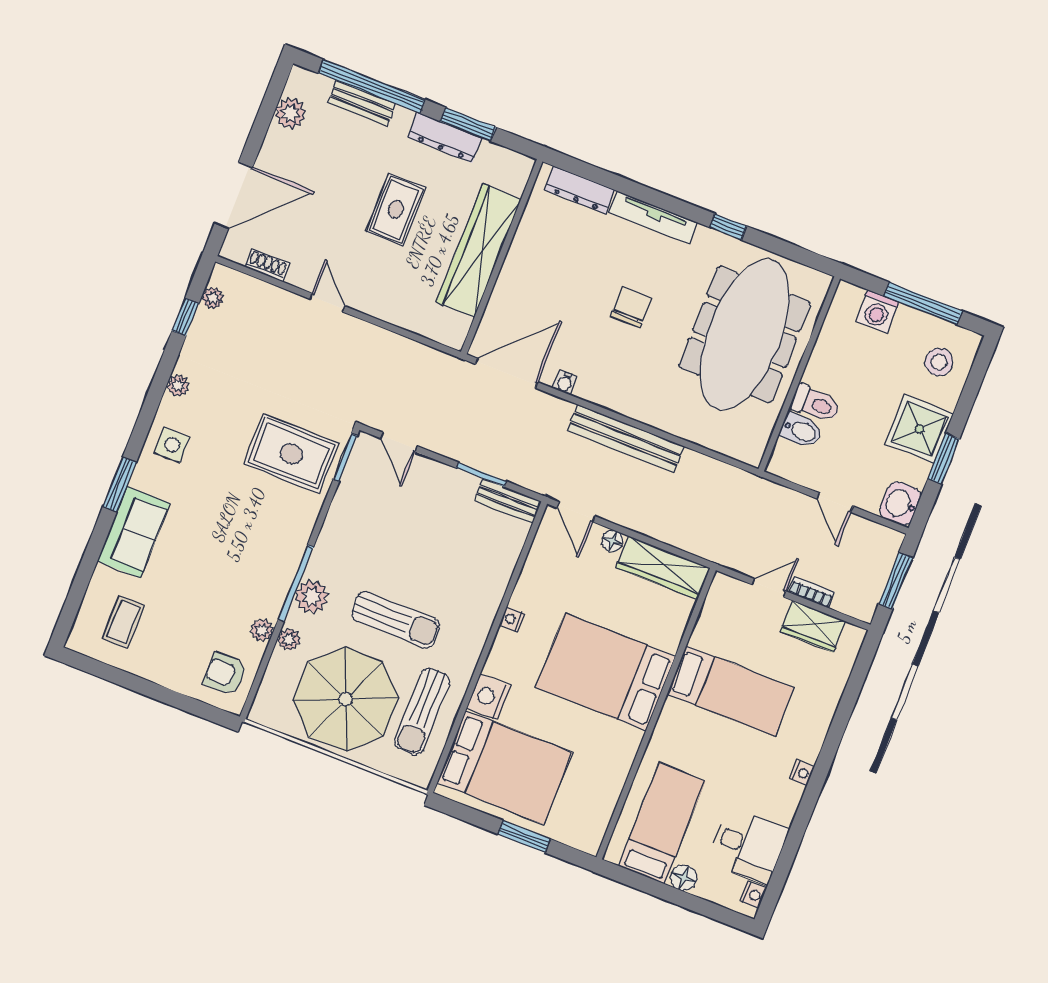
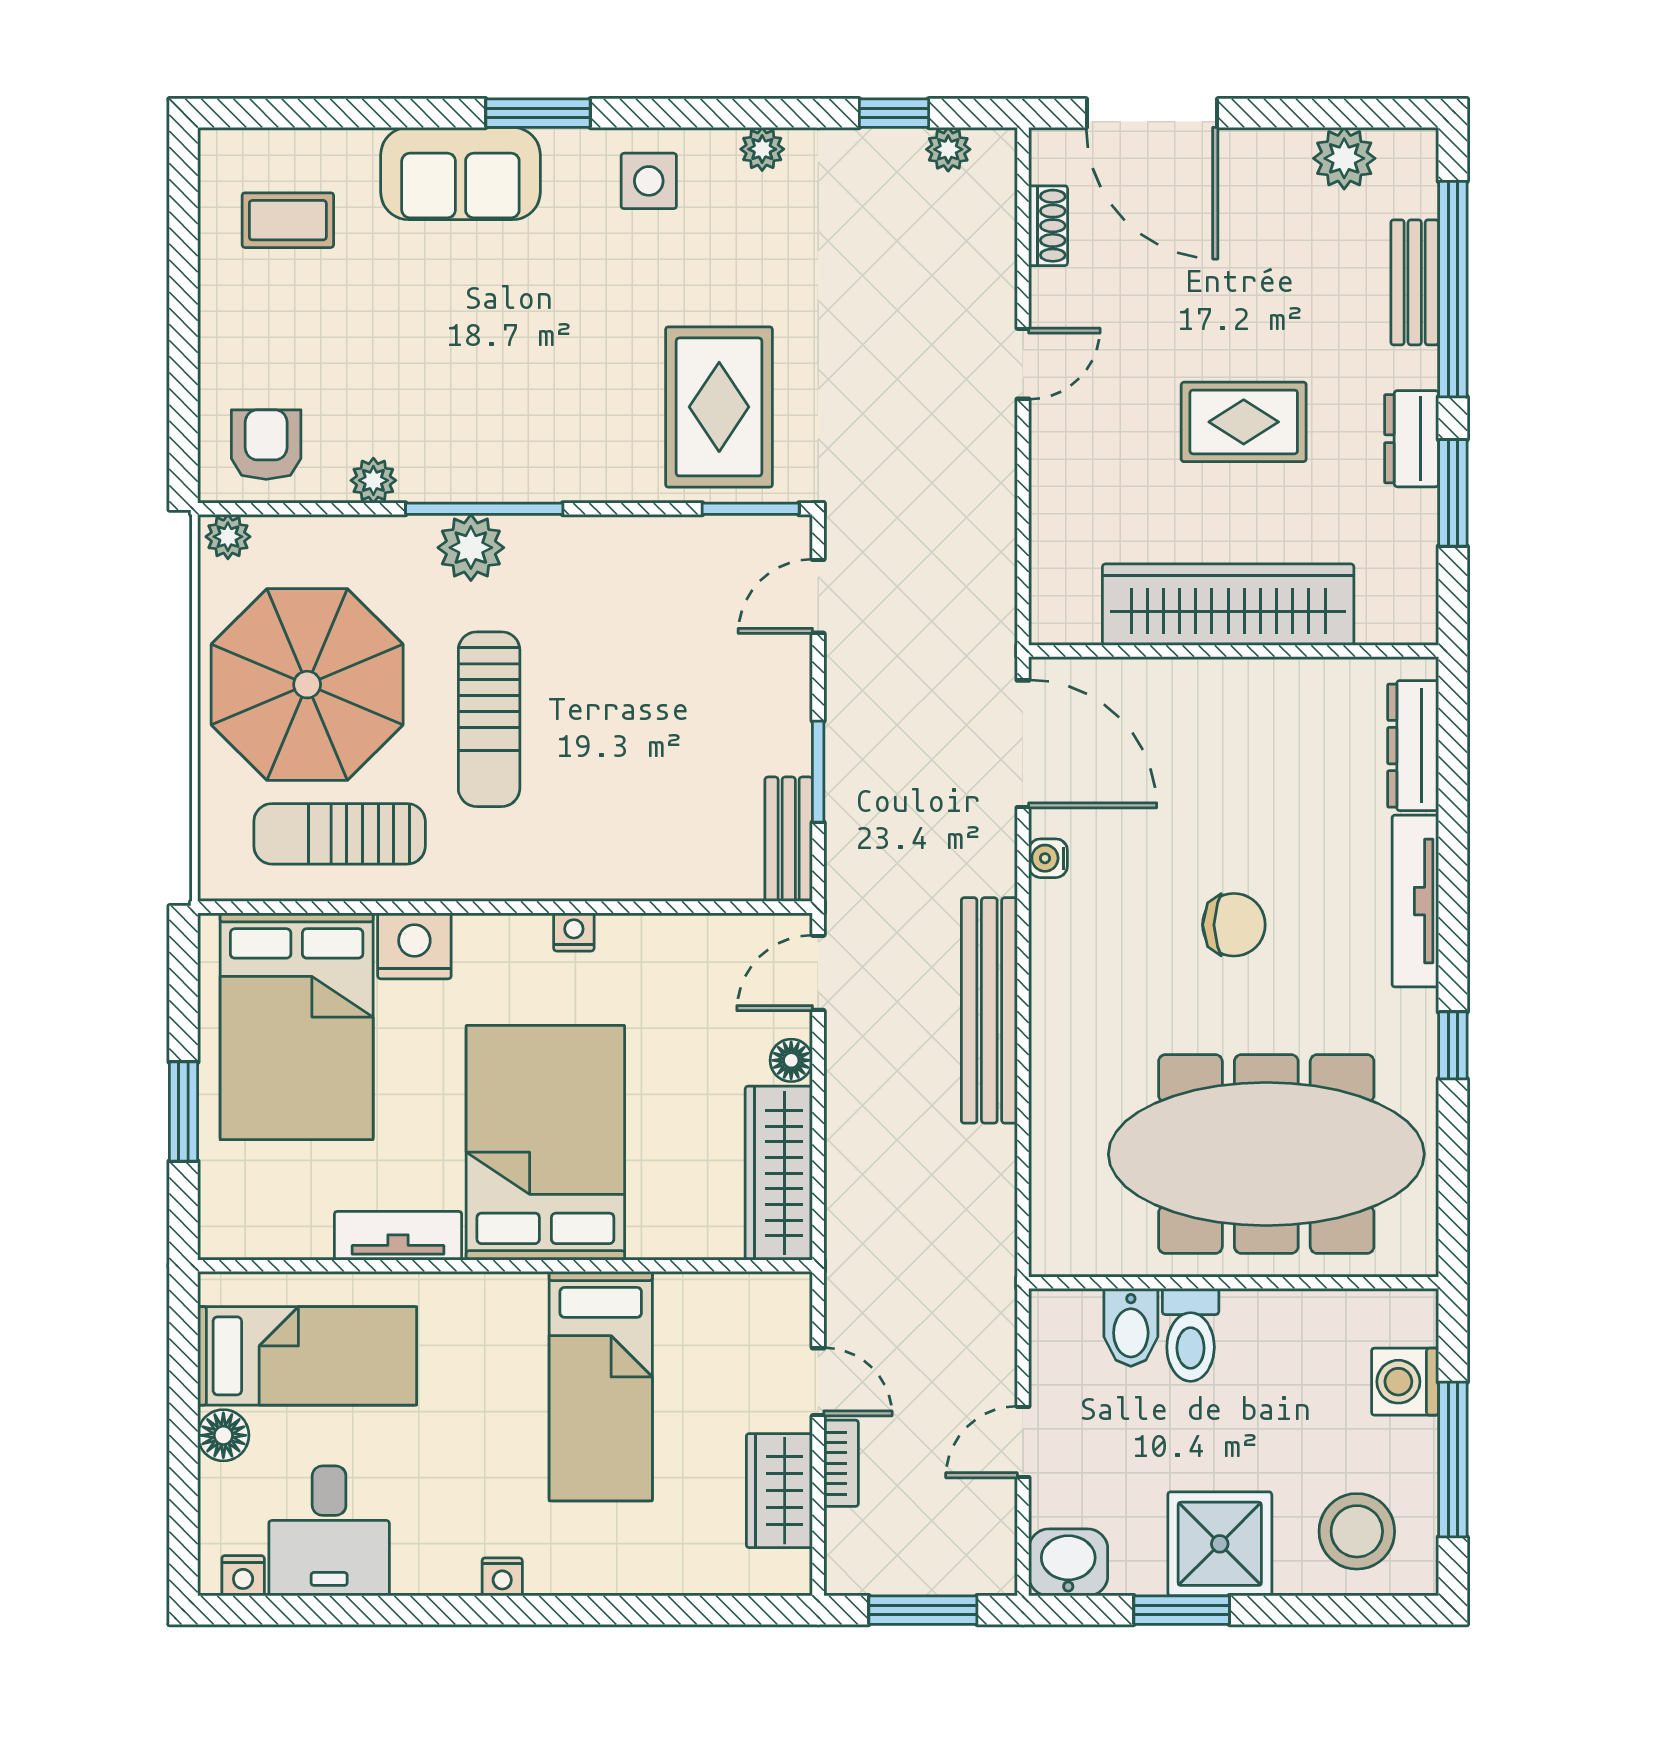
dresser: (445, 138) -> (1412, 439), width x0.70
stool: (939, 362) -> (1357, 1531), width x1.38, depth x1.38
plant: (289, 639) -> (228, 537), moved
tv unit: (622, 759) -> (398, 1236), added

